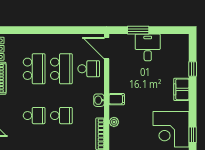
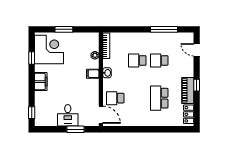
school desk: (61, 69) -> (137, 98), removed
window: (193, 69) -> (32, 113), moved
window: (193, 135) -> (32, 58), moved

